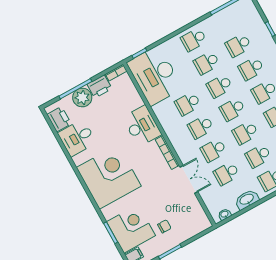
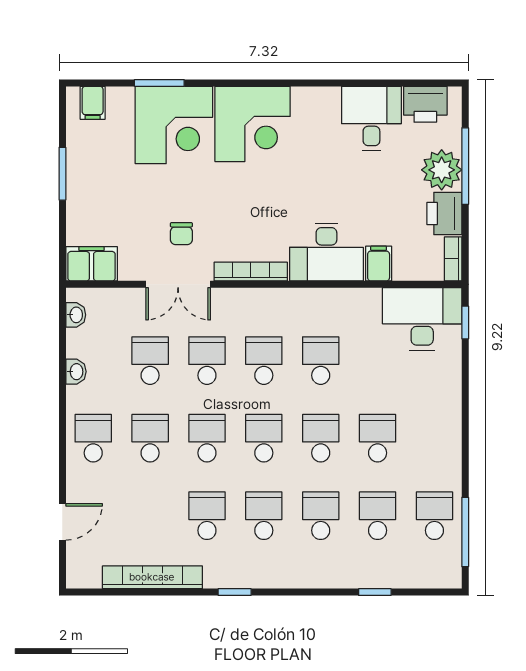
school desk: (194, 40) -> (434, 516), moved
desk: (155, 75) -> (422, 319), width x0.73, depth x0.77
filing cabinet: (135, 102) -> (379, 264), added
corner desk: (109, 177) -> (253, 124), width x0.74, depth x0.74
washbasin: (247, 200) -> (76, 372), width x0.52, depth x0.69
filing cabinet: (200, 219) -> (92, 264), added
chair: (164, 226) -> (181, 234), moved
corner desk: (131, 229) -> (174, 125), moved

